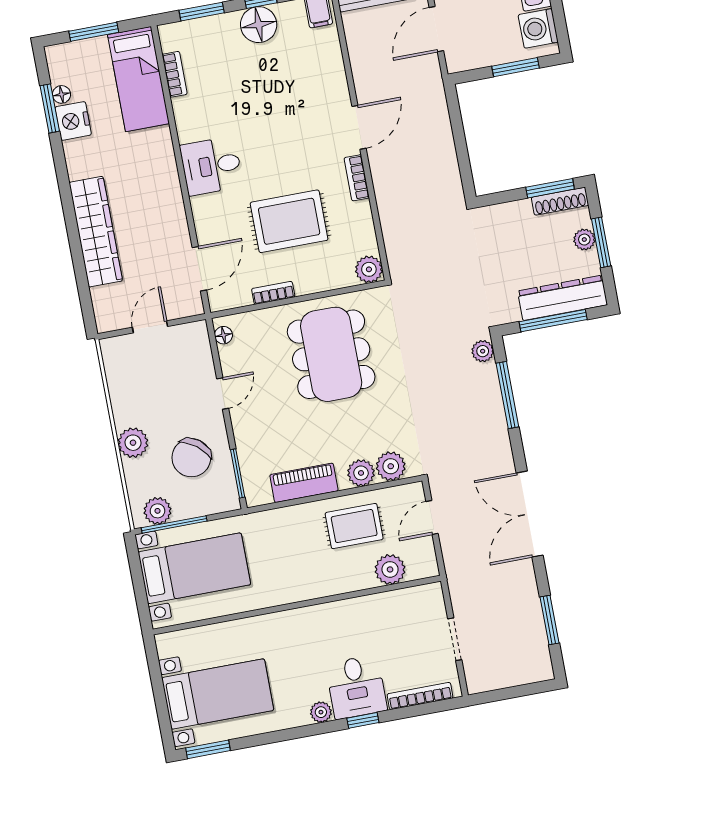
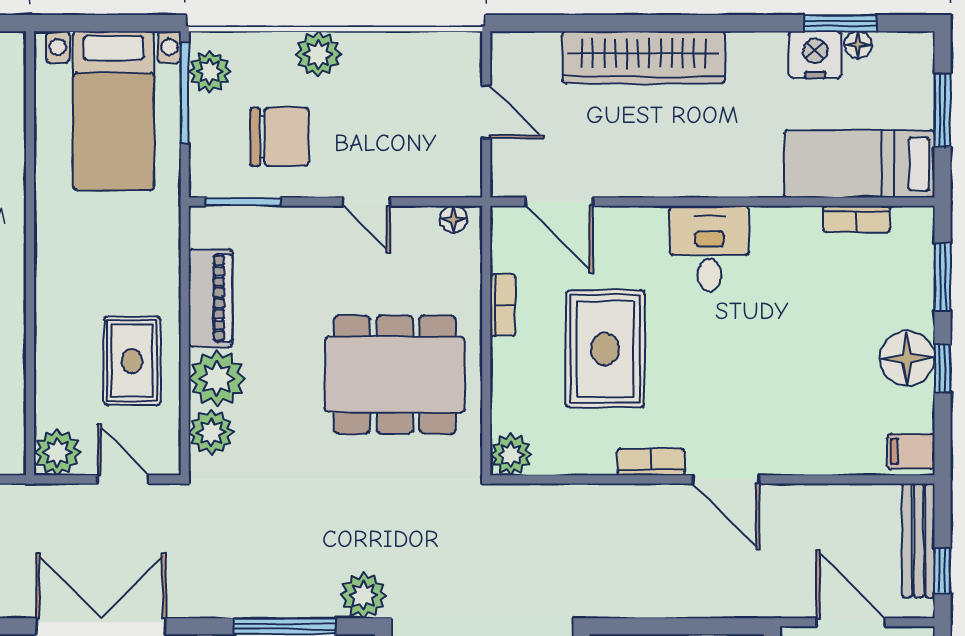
plant: (483, 351) -> (363, 595), width x1.38, depth x1.38
chair: (191, 458) -> (280, 137), turned 142
plant: (361, 473) -> (217, 378), width x1.36, depth x1.36
plant: (390, 569) -> (57, 452), moved

